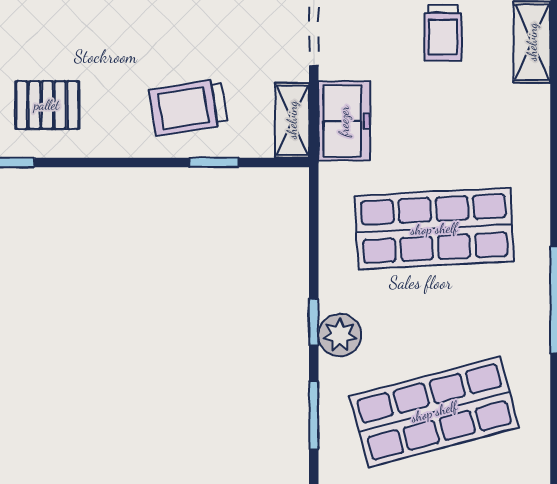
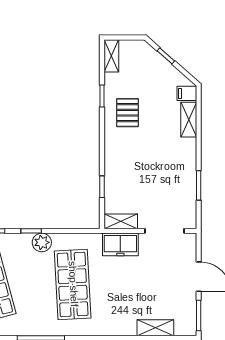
trolley: (443, 33) -> (159, 288), removed
trolley: (188, 107) -> (126, 175), removed
plant: (340, 335) -> (42, 242), moved

